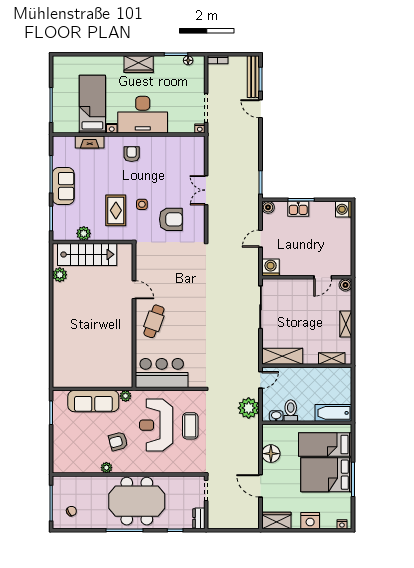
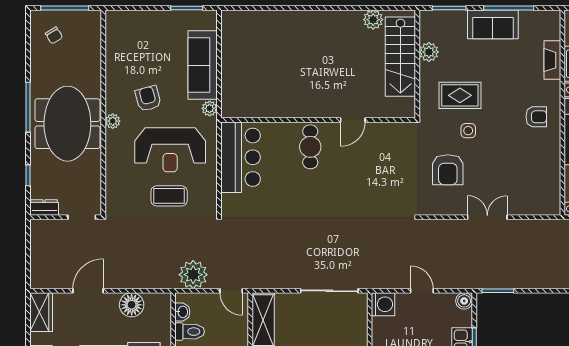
cafe table: (154, 321) -> (310, 147), turned 70
reception desk: (156, 425) -> (170, 150), turned 180
plant: (106, 468) -> (113, 121), moved

